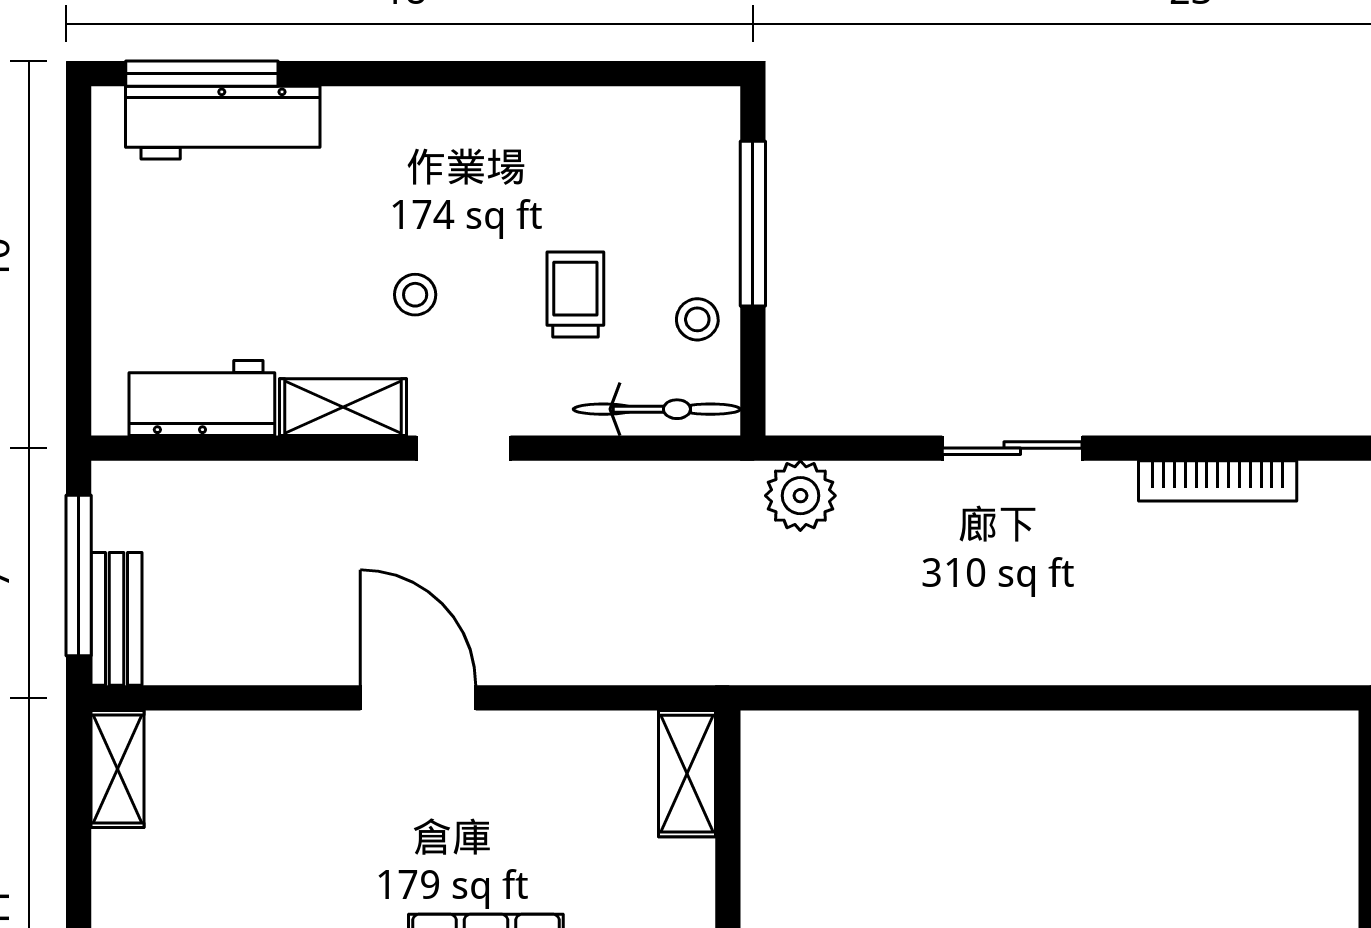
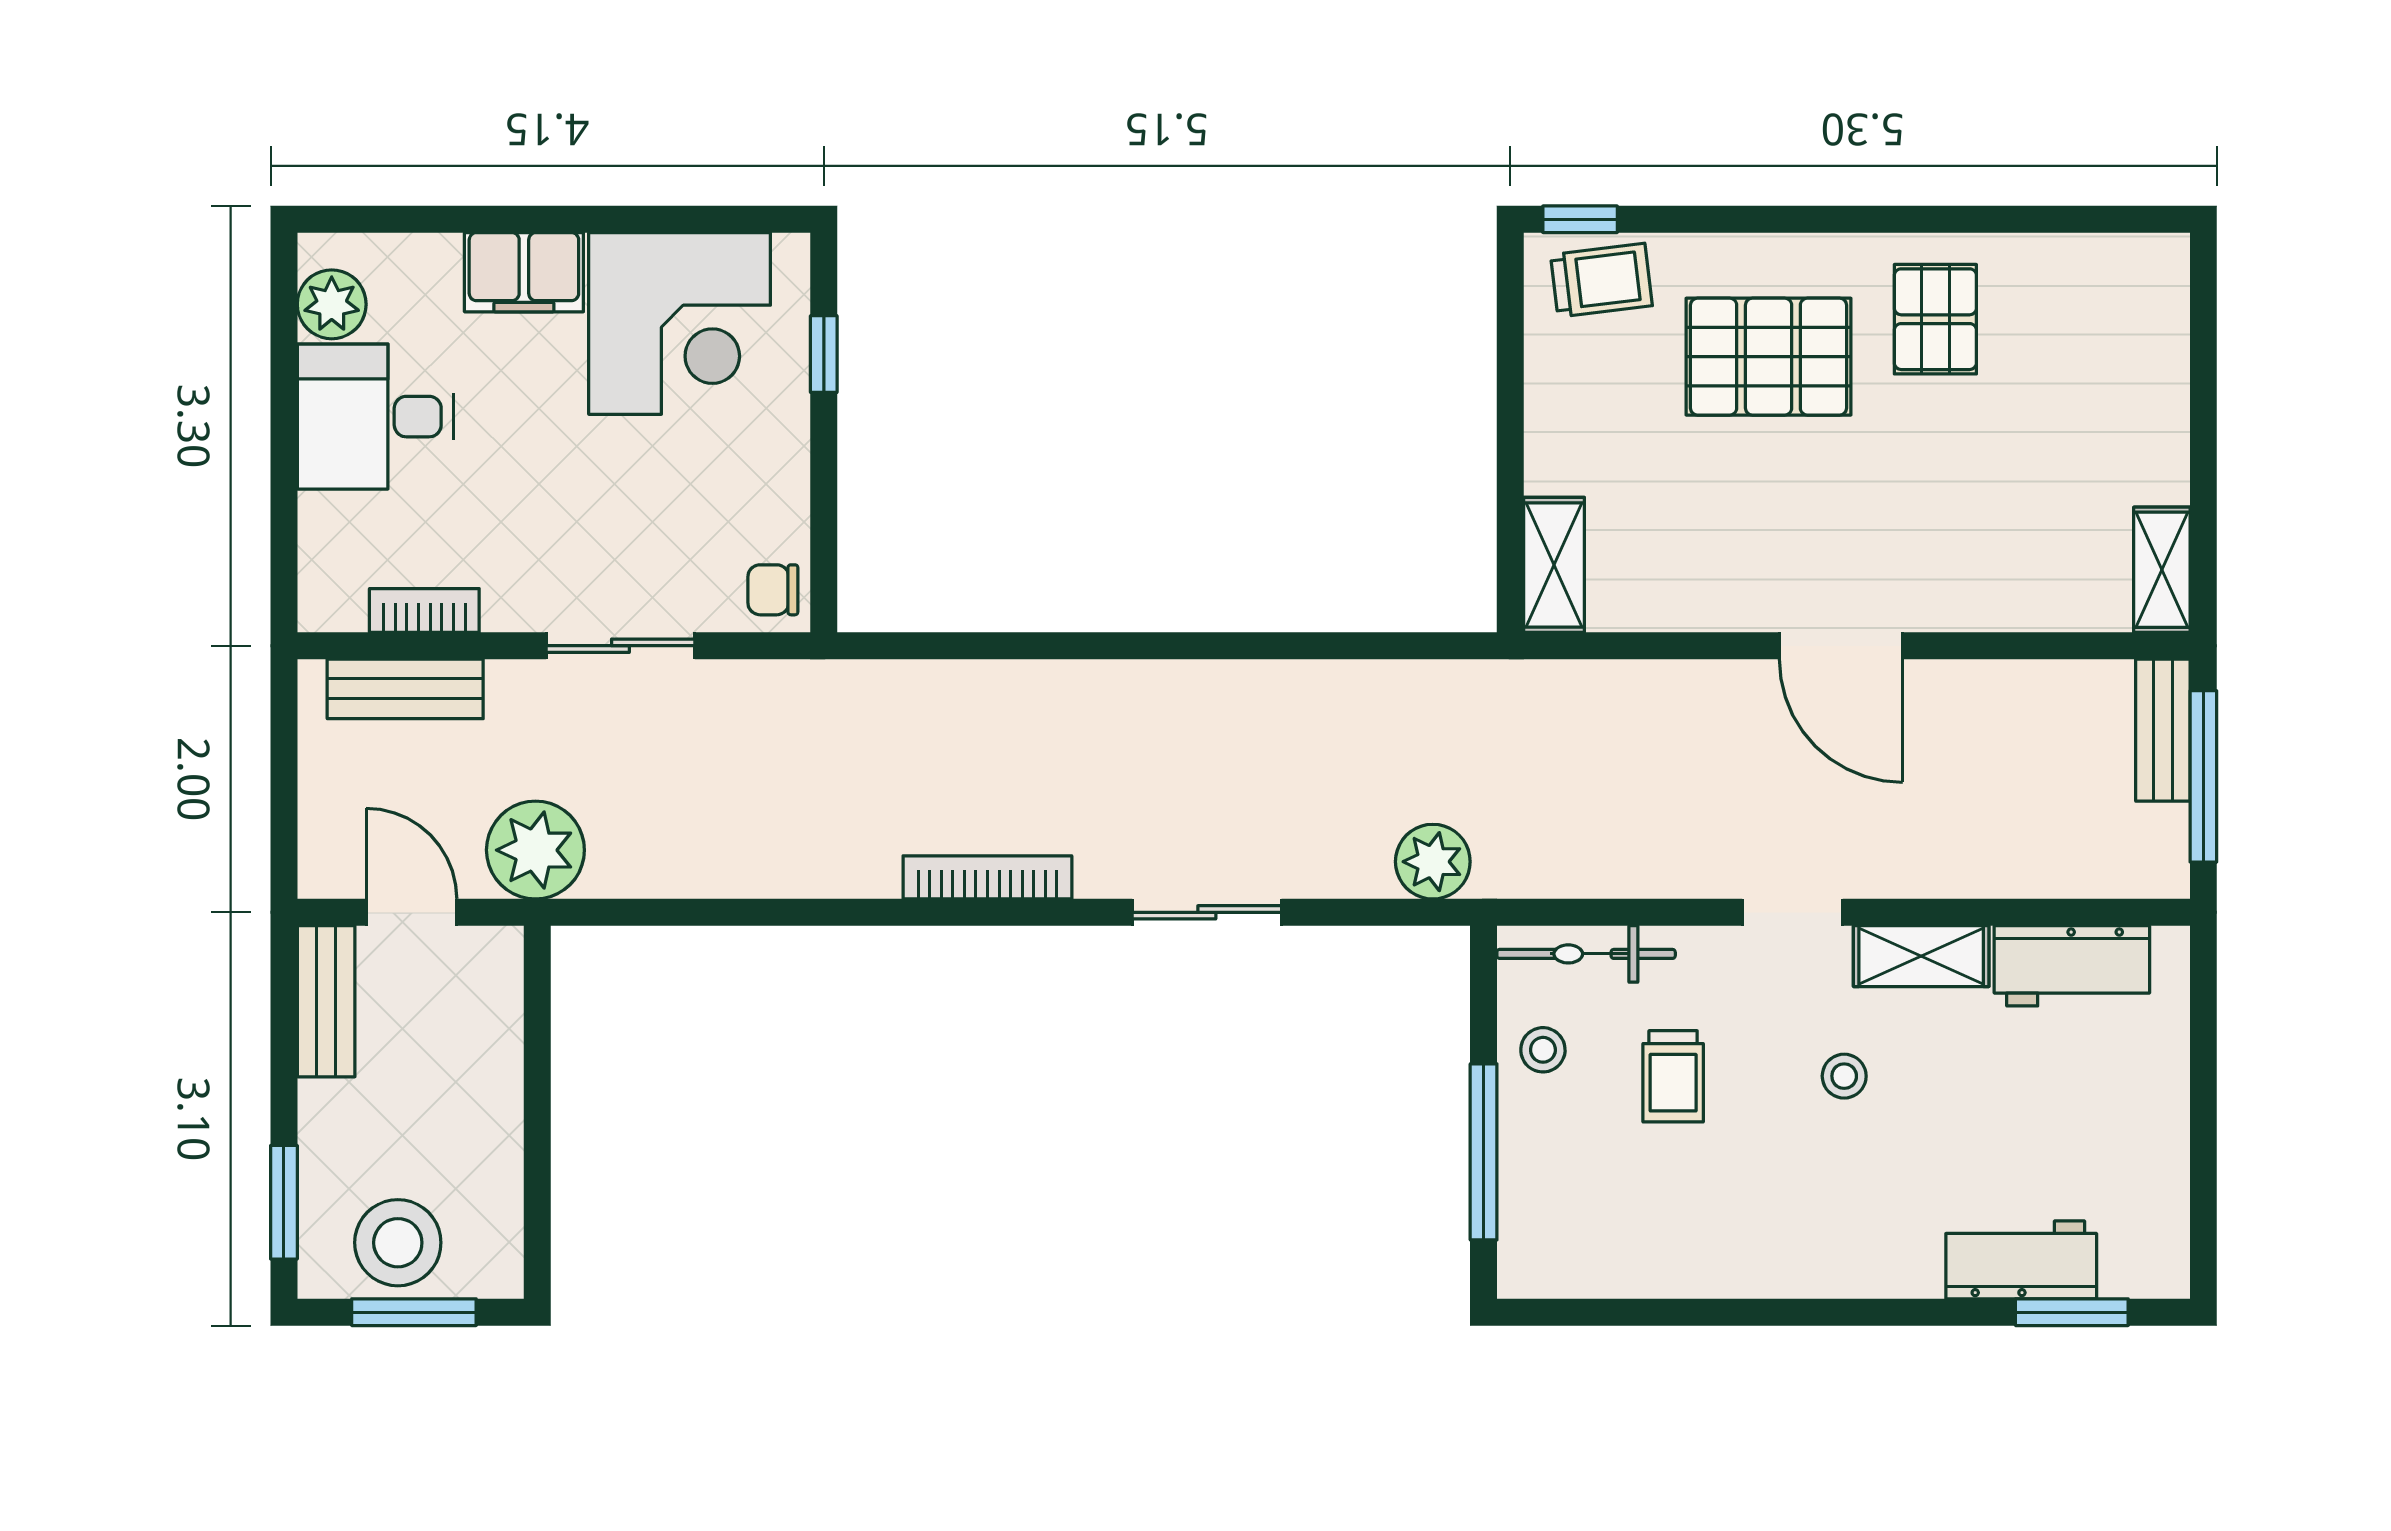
window: (202, 74) -> (2072, 1312), width x0.69
workbench: (223, 123) -> (2021, 1260), width x0.73

